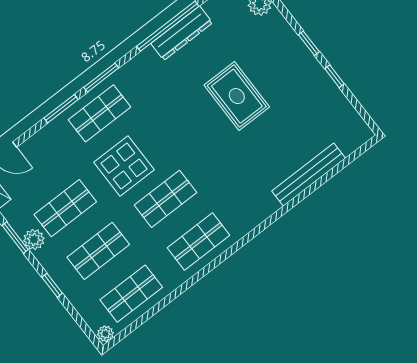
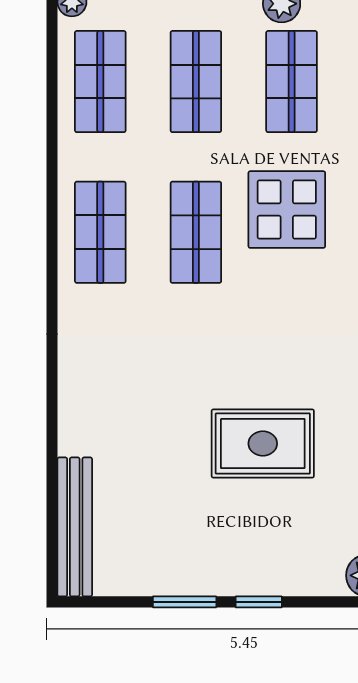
window: (334, 76) -> (185, 602), width x1.50
bench: (309, 175) -> (75, 527), moved

